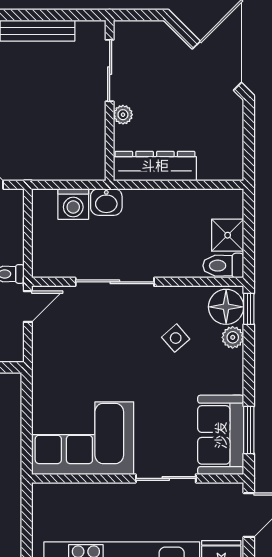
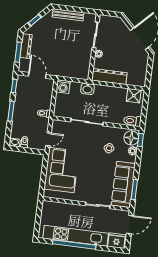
washing machine: (73, 204) -> (63, 87), moved
shower: (228, 235) -> (134, 96), moved
door: (28, 307) -> (48, 139), moved
sofa: (221, 435) -> (123, 184), width x1.36
corner sofa: (83, 438) -> (61, 170), moved, turned 90

